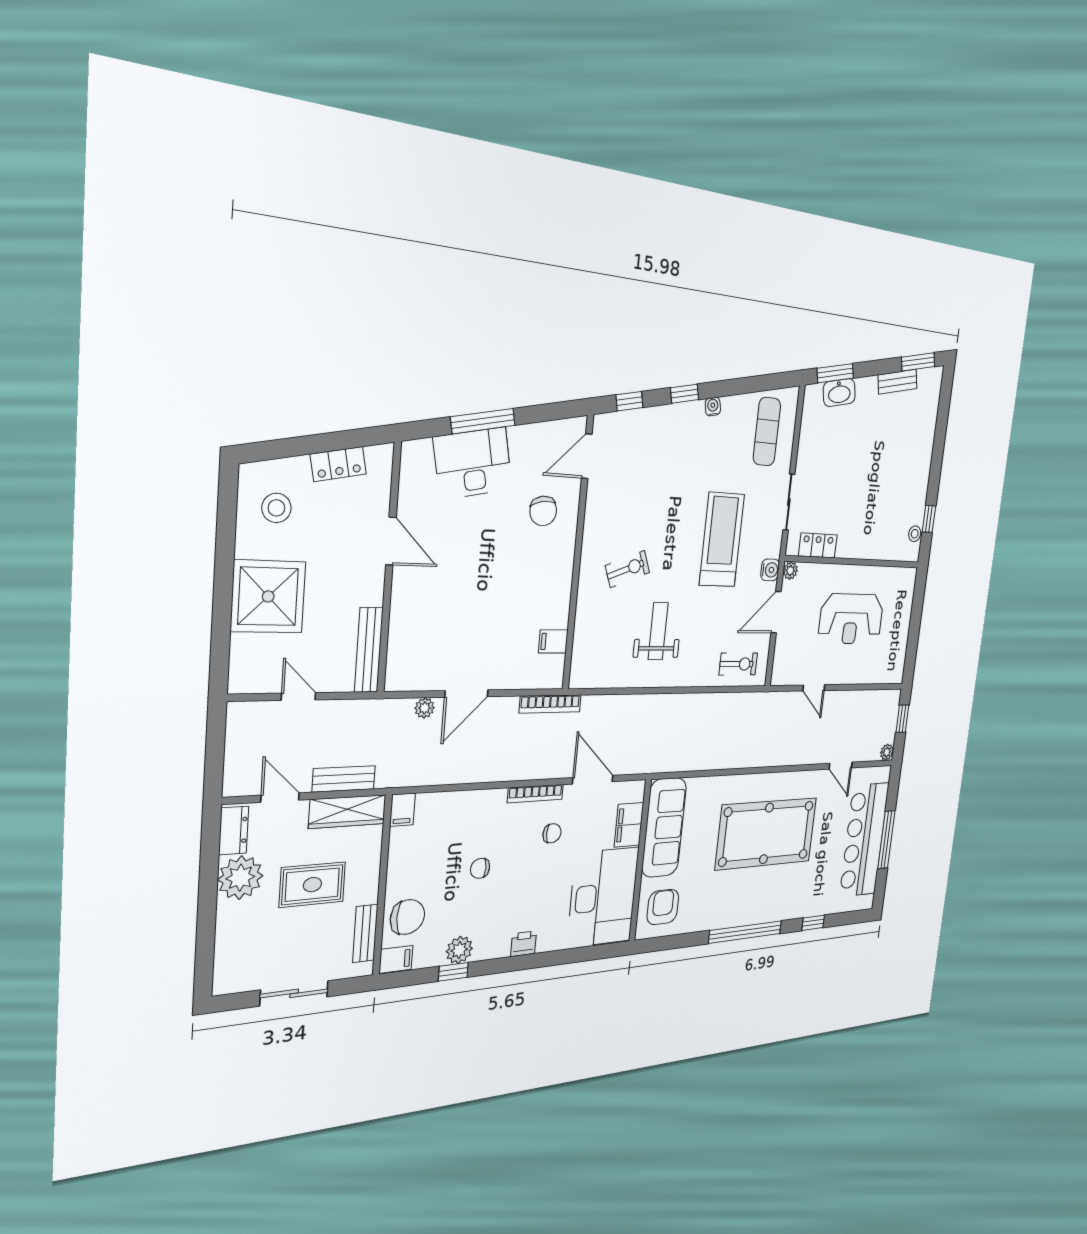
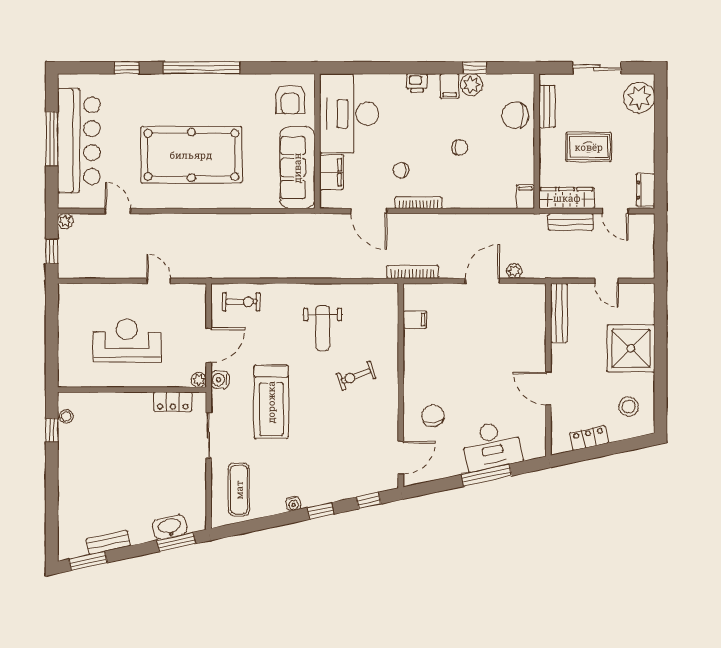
exercise bike: (738, 664) -> (241, 302), turned 180
plant: (240, 878) -> (639, 98), moved
filing cabinet: (396, 959) -> (450, 86), moved, turned -90

